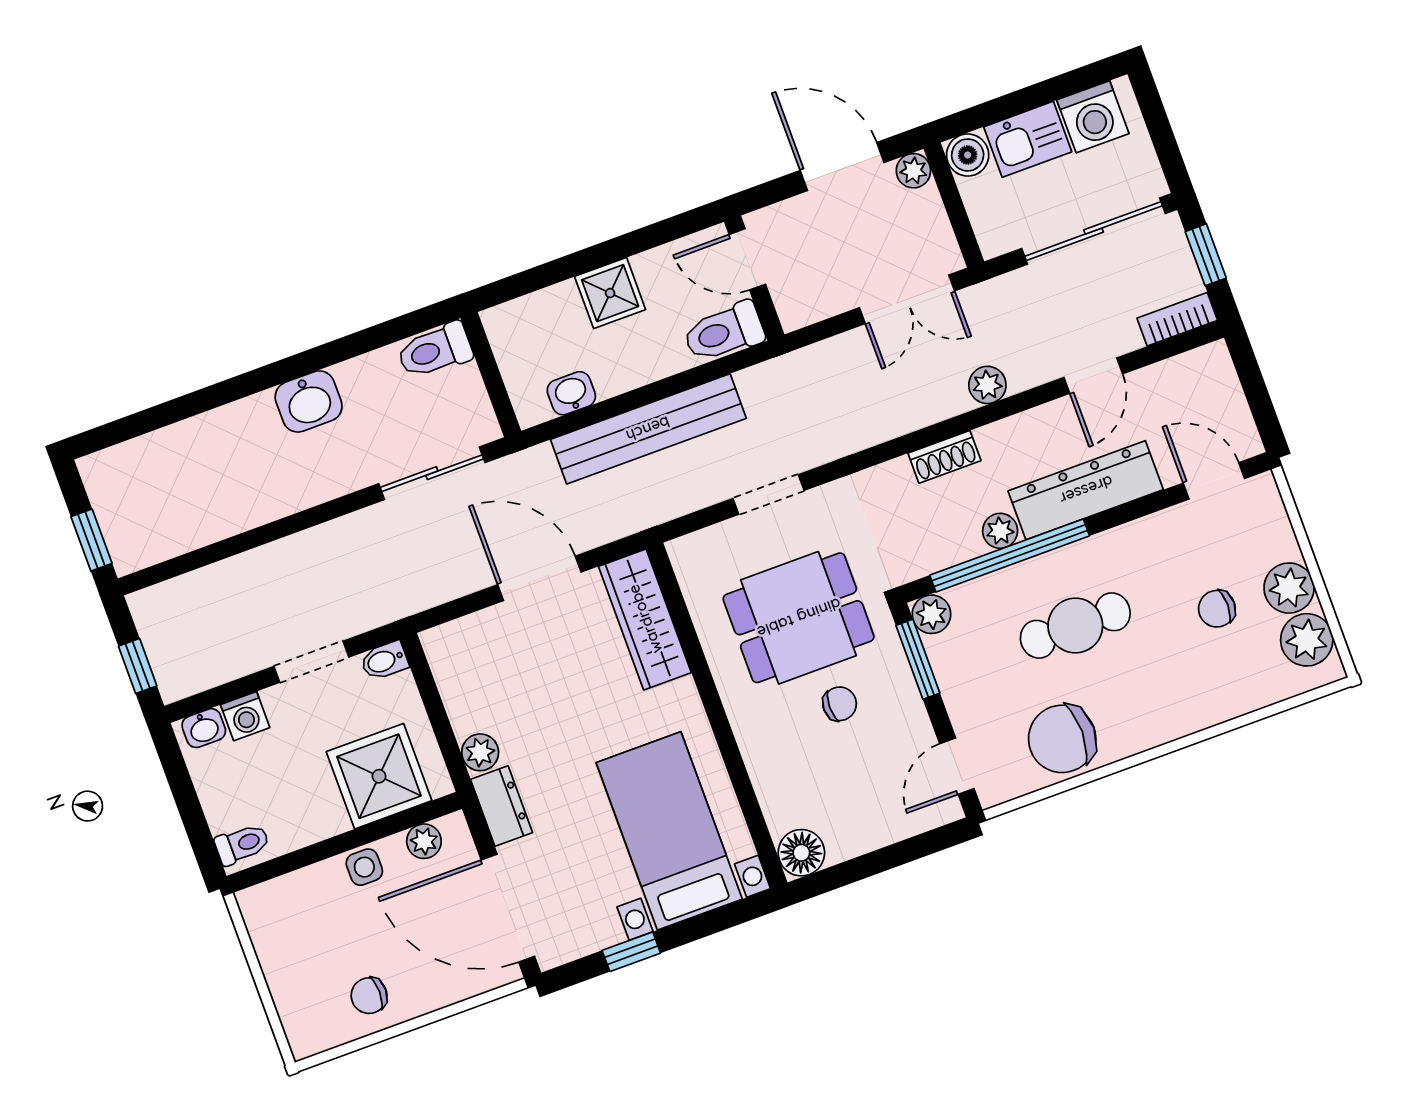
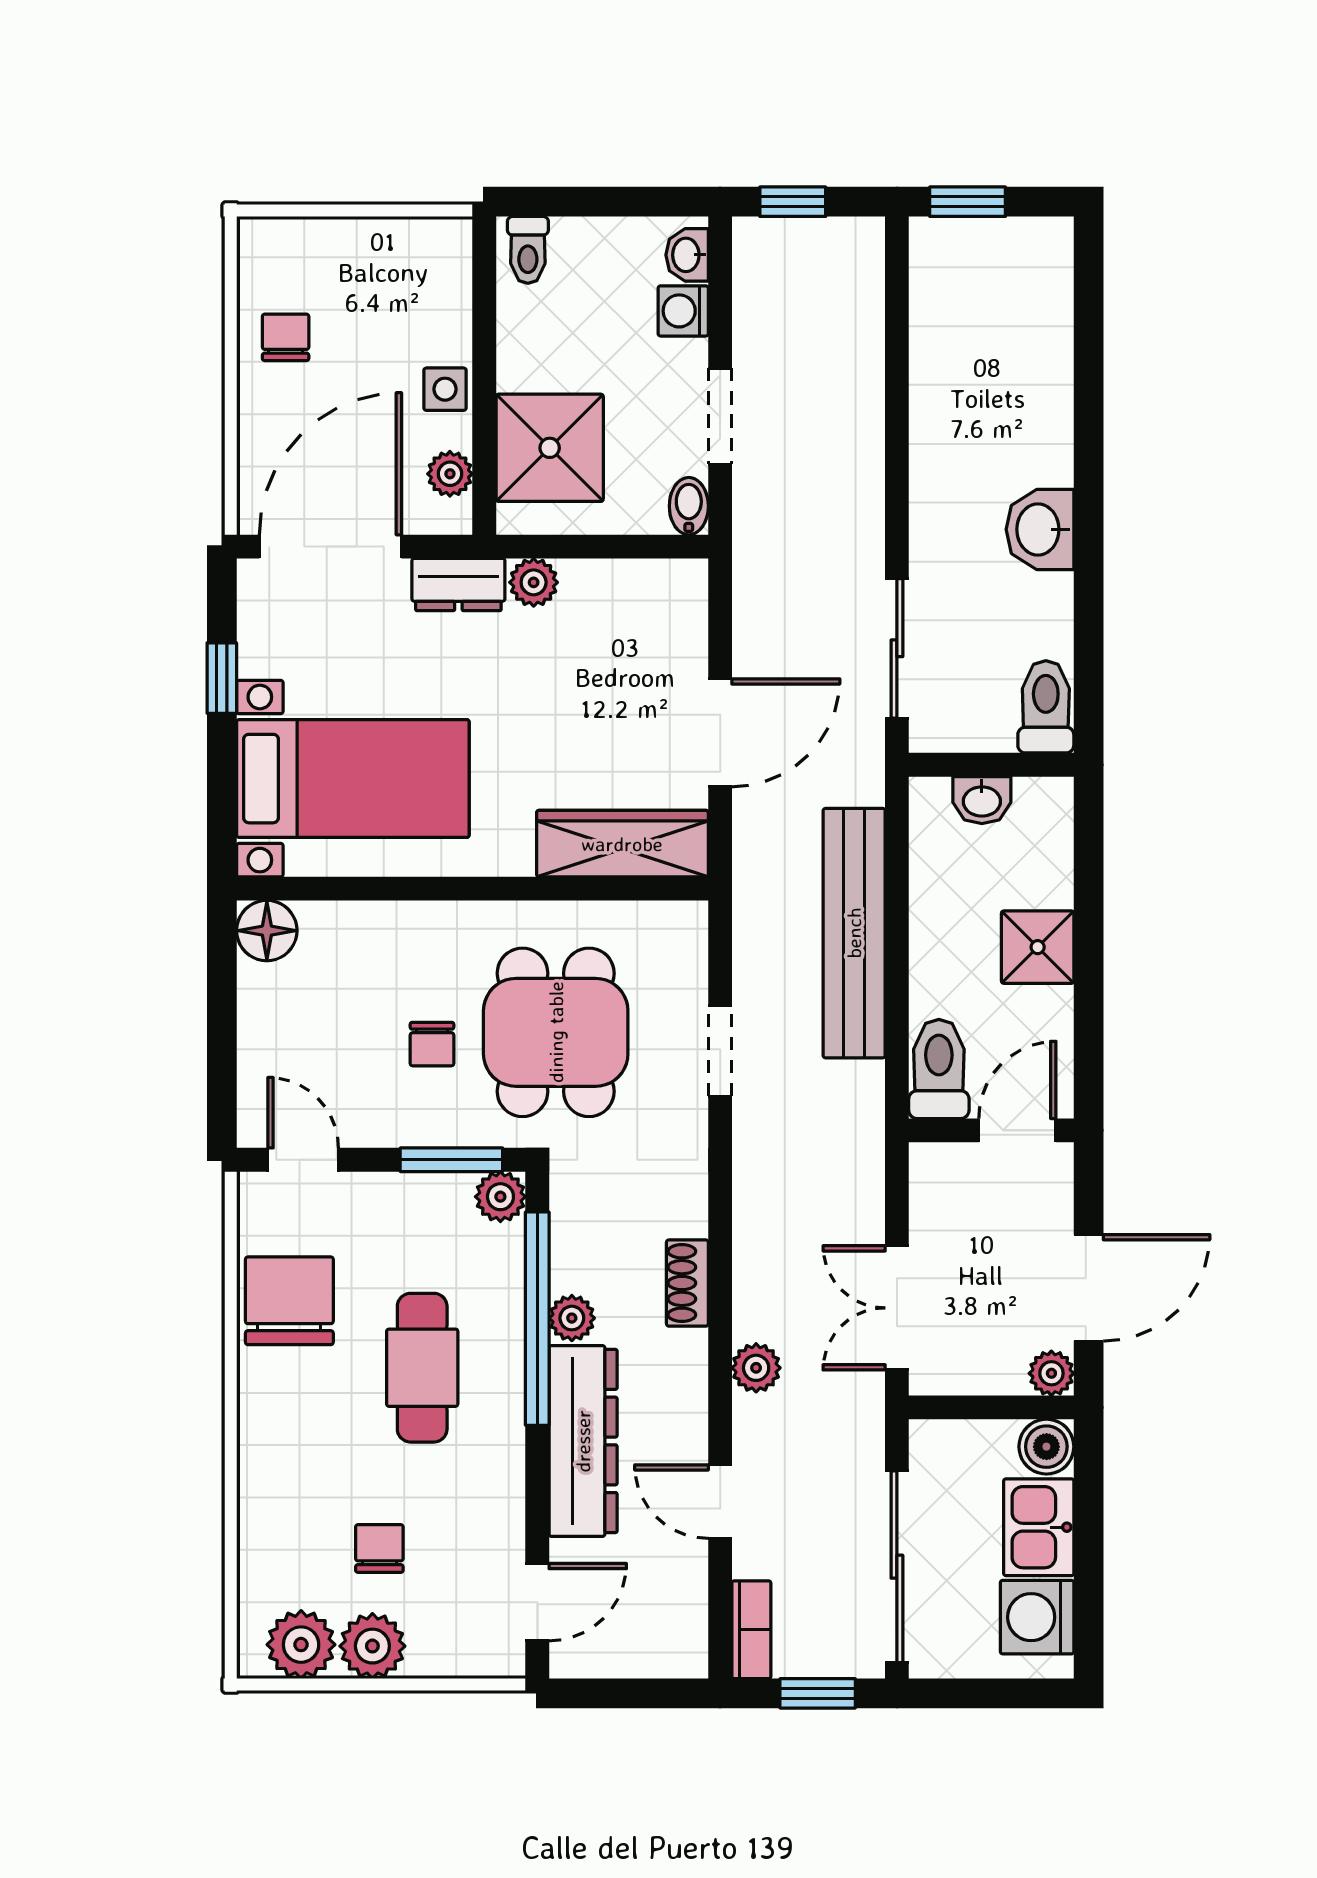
washbasin: (571, 393) -> (982, 800), moved, turned 90

